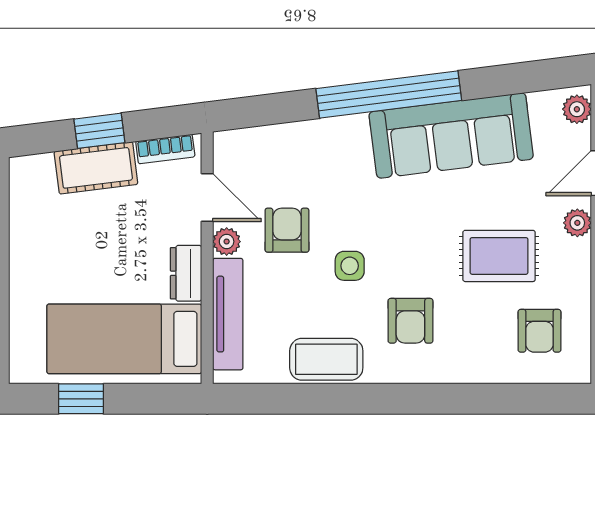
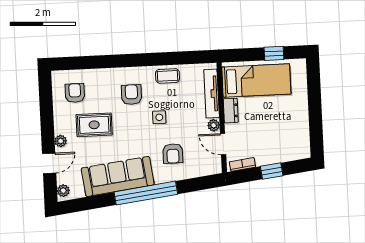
cot: (96, 168) -> (272, 155), removed
armchair: (287, 230) -> (173, 153), moved
coffee table: (326, 359) -> (168, 76), width x0.73, depth x0.77

